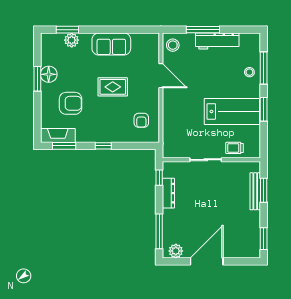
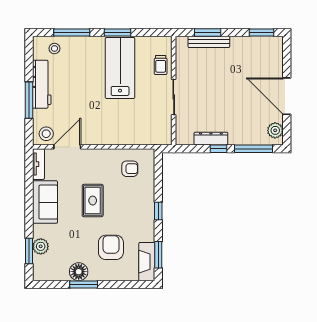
tv unit: (145, 38) -> (39, 164), added
stool: (249, 72) -> (54, 48), moved
door: (161, 76) -> (67, 147), moved
window: (159, 178) -> (218, 149), moved

